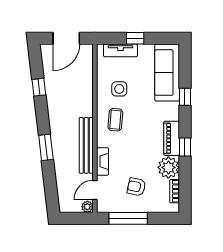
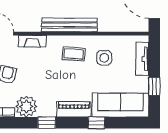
window: (135, 38) -> (154, 86), moved
piano: (172, 138) -> (74, 109), moved
bench: (86, 145) -> (69, 25), moved

